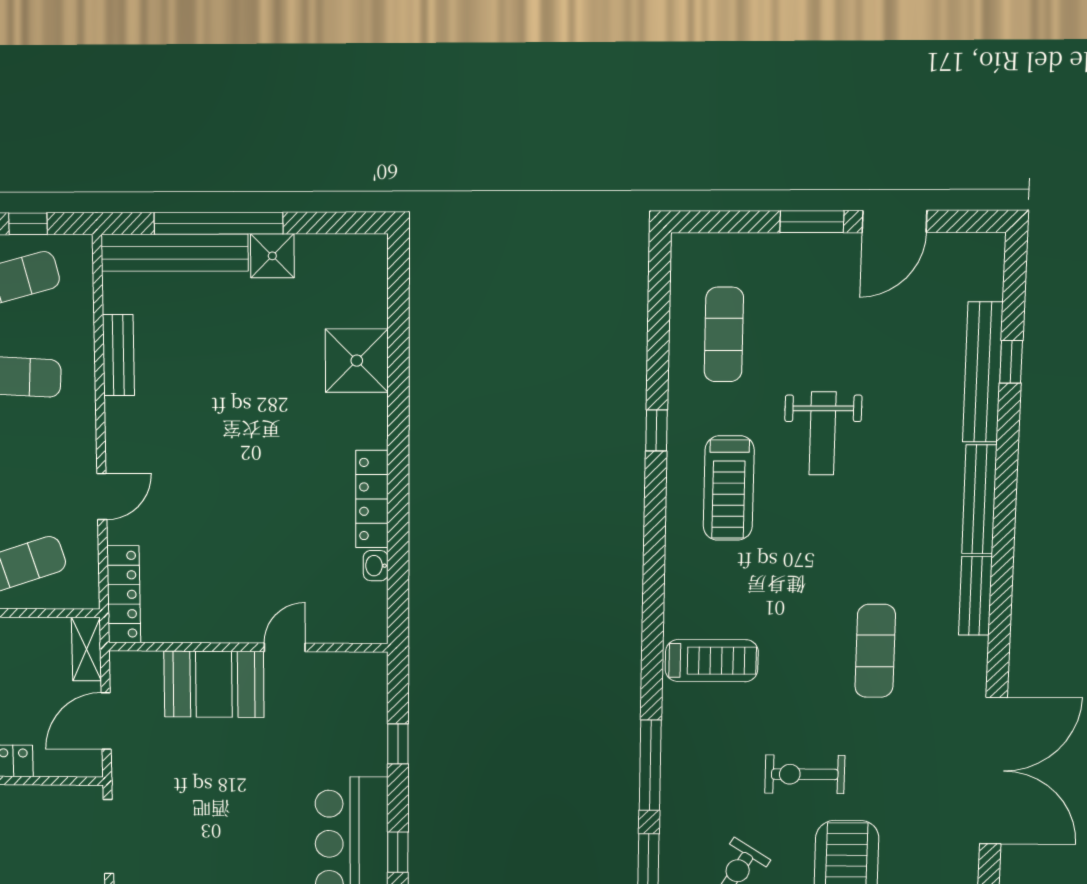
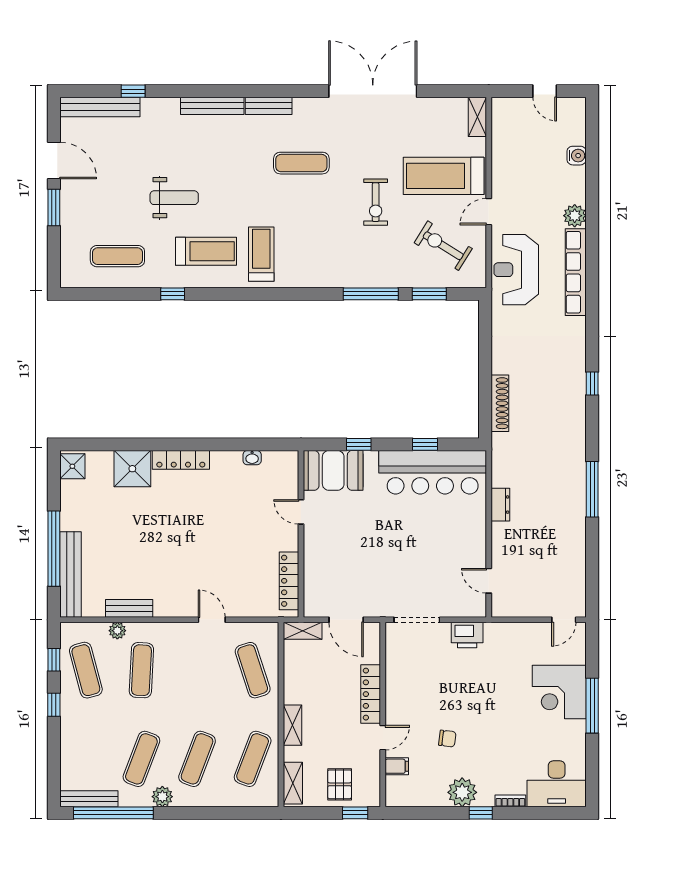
shower: (272, 256) -> (72, 466), moved
plant: (80, 335) -> (117, 631), added
bench: (983, 372) -> (100, 107), moved
locker: (372, 499) -> (181, 460), moved
locker: (124, 594) -> (289, 581), moved, turned -90
treadmill: (712, 661) -> (261, 254), moved
booth: (214, 684) -> (333, 470), moved, turned 90

